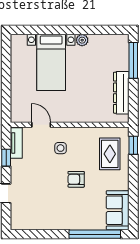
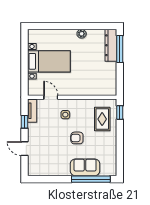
bed with nightstands: (51, 62) -> (49, 61), moved, turned -90
dresser: (121, 93) -> (111, 45), moved
sofa: (118, 210) -> (85, 167), moved, turned 90

